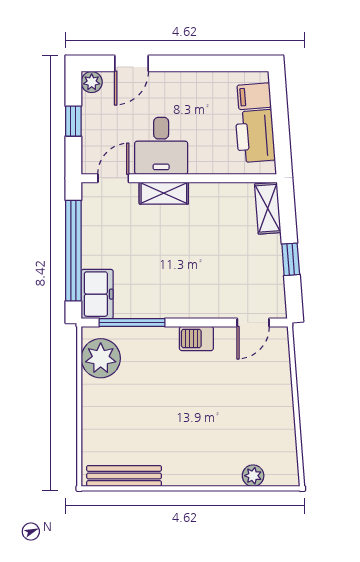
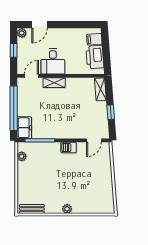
plant: (101, 358) -> (22, 156), width x0.53, depth x0.53
bench: (124, 476) -> (32, 209), width x0.73
plant: (253, 476) -> (67, 209), moved

